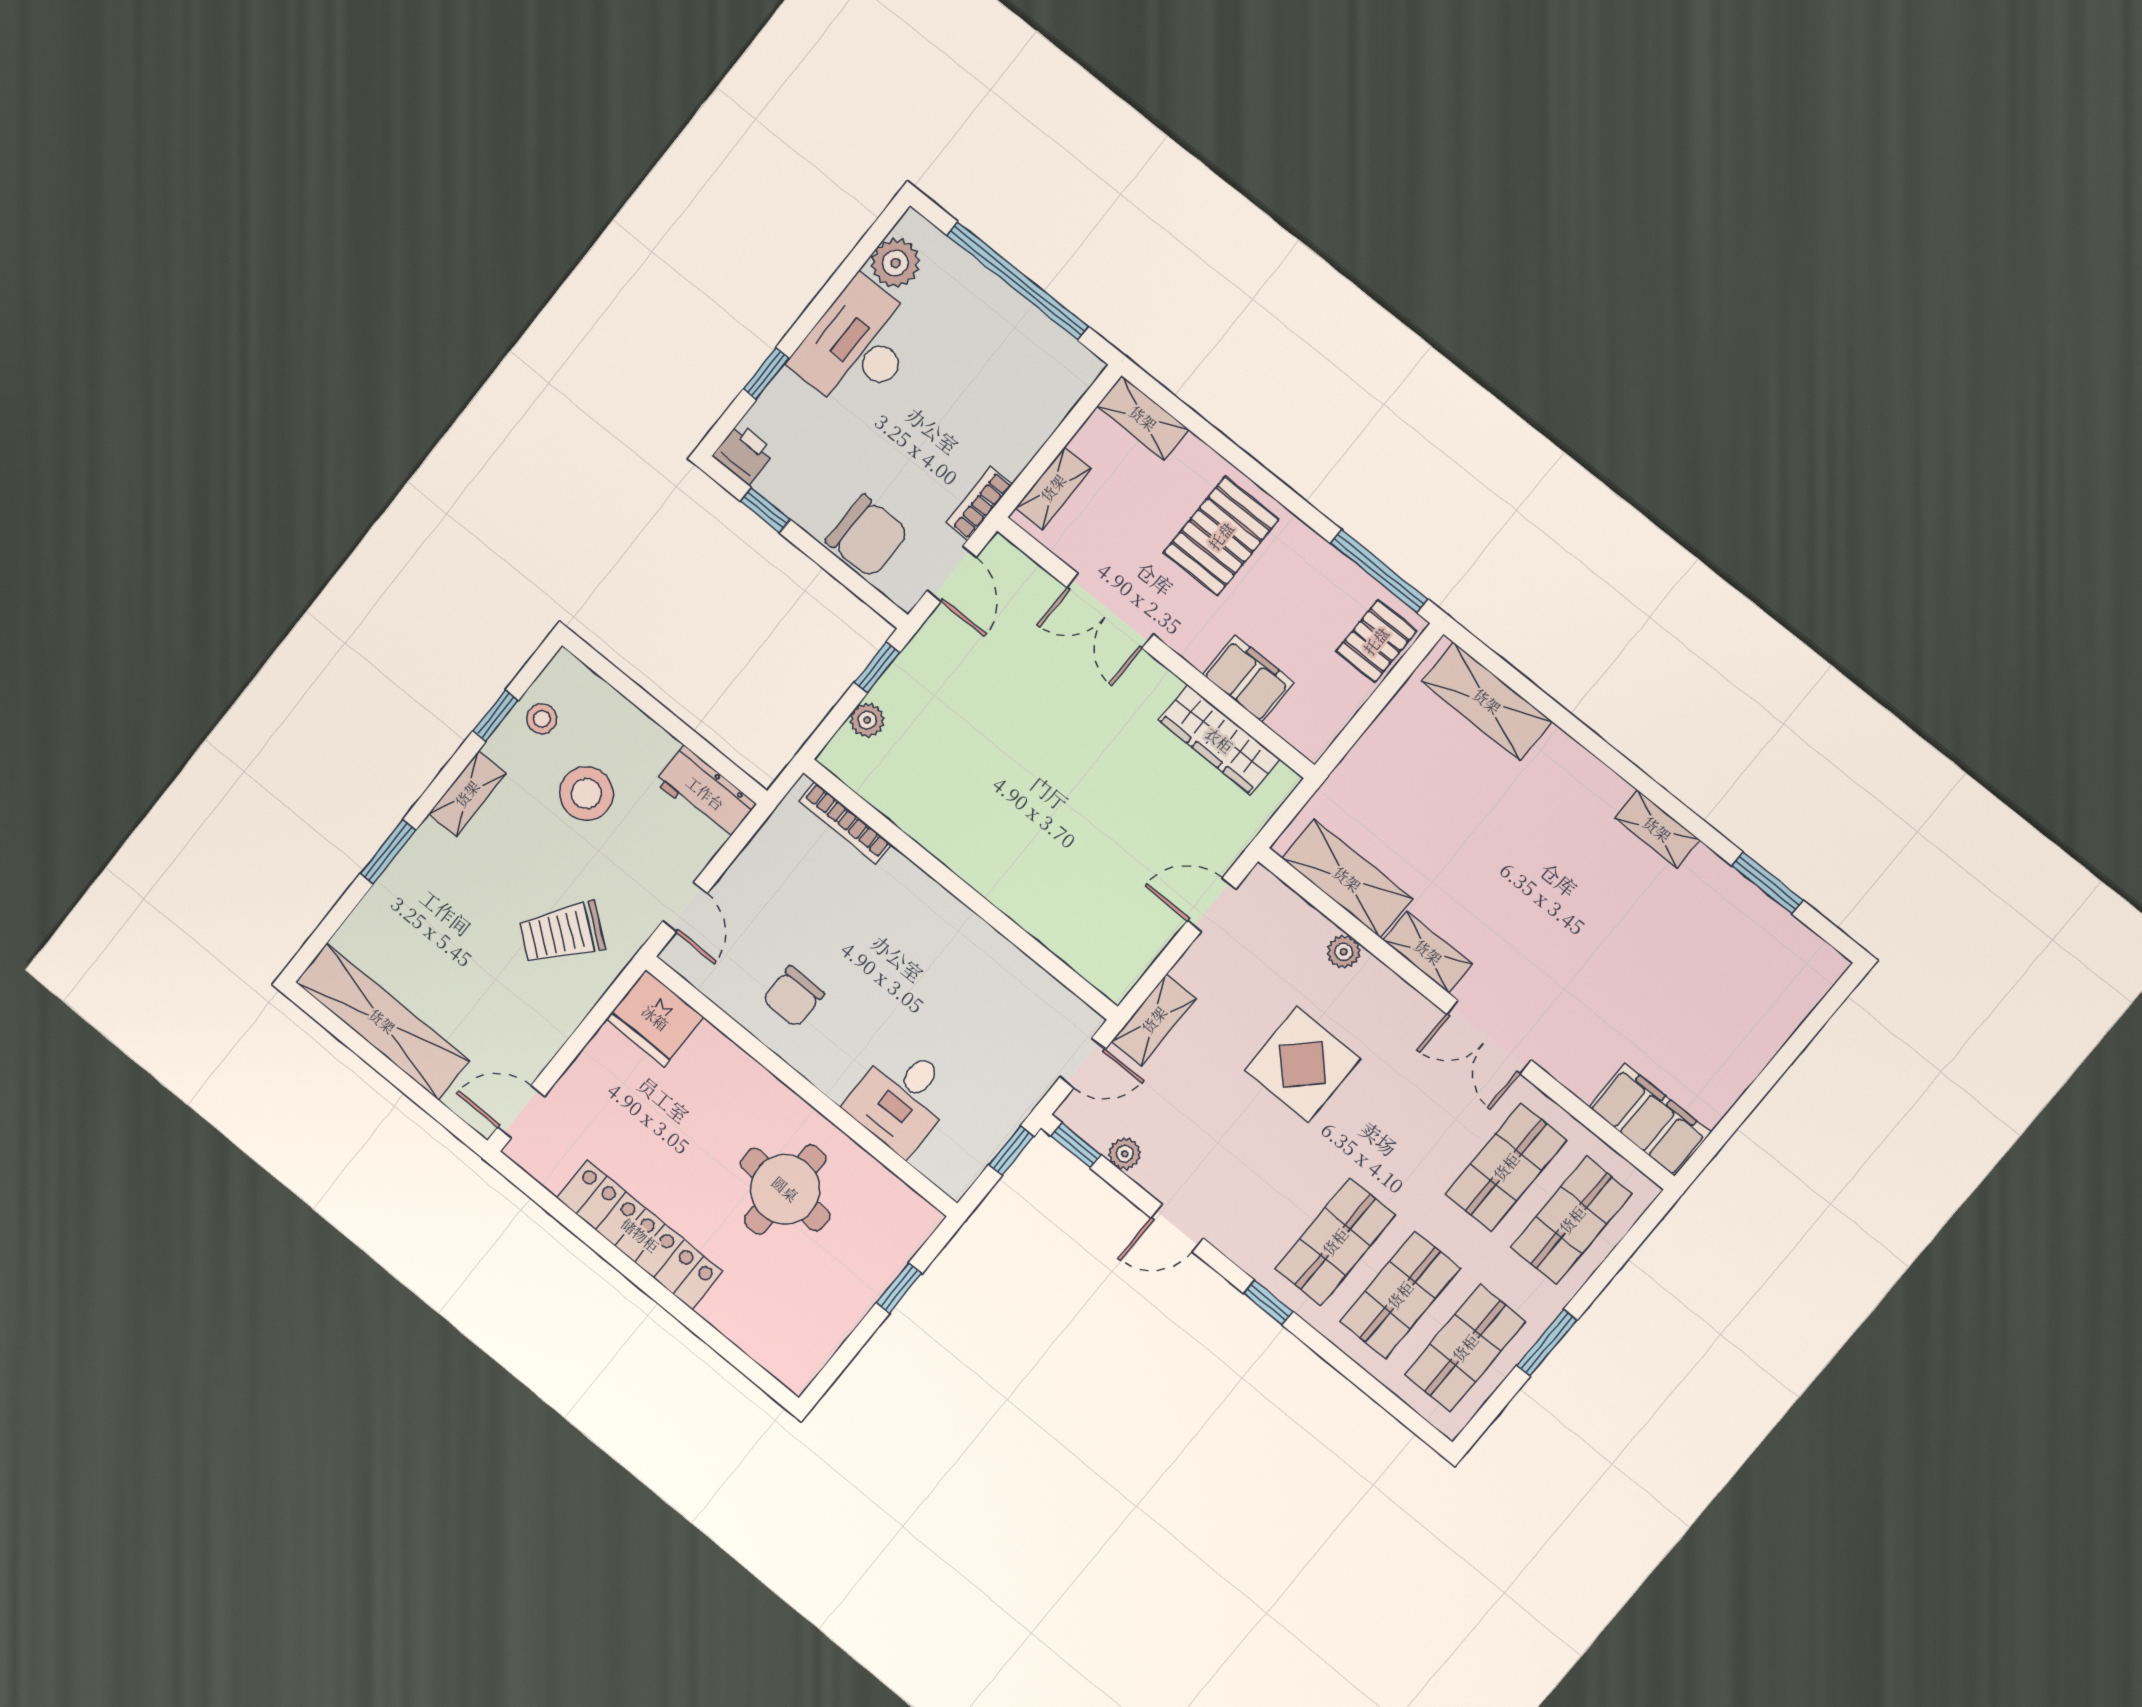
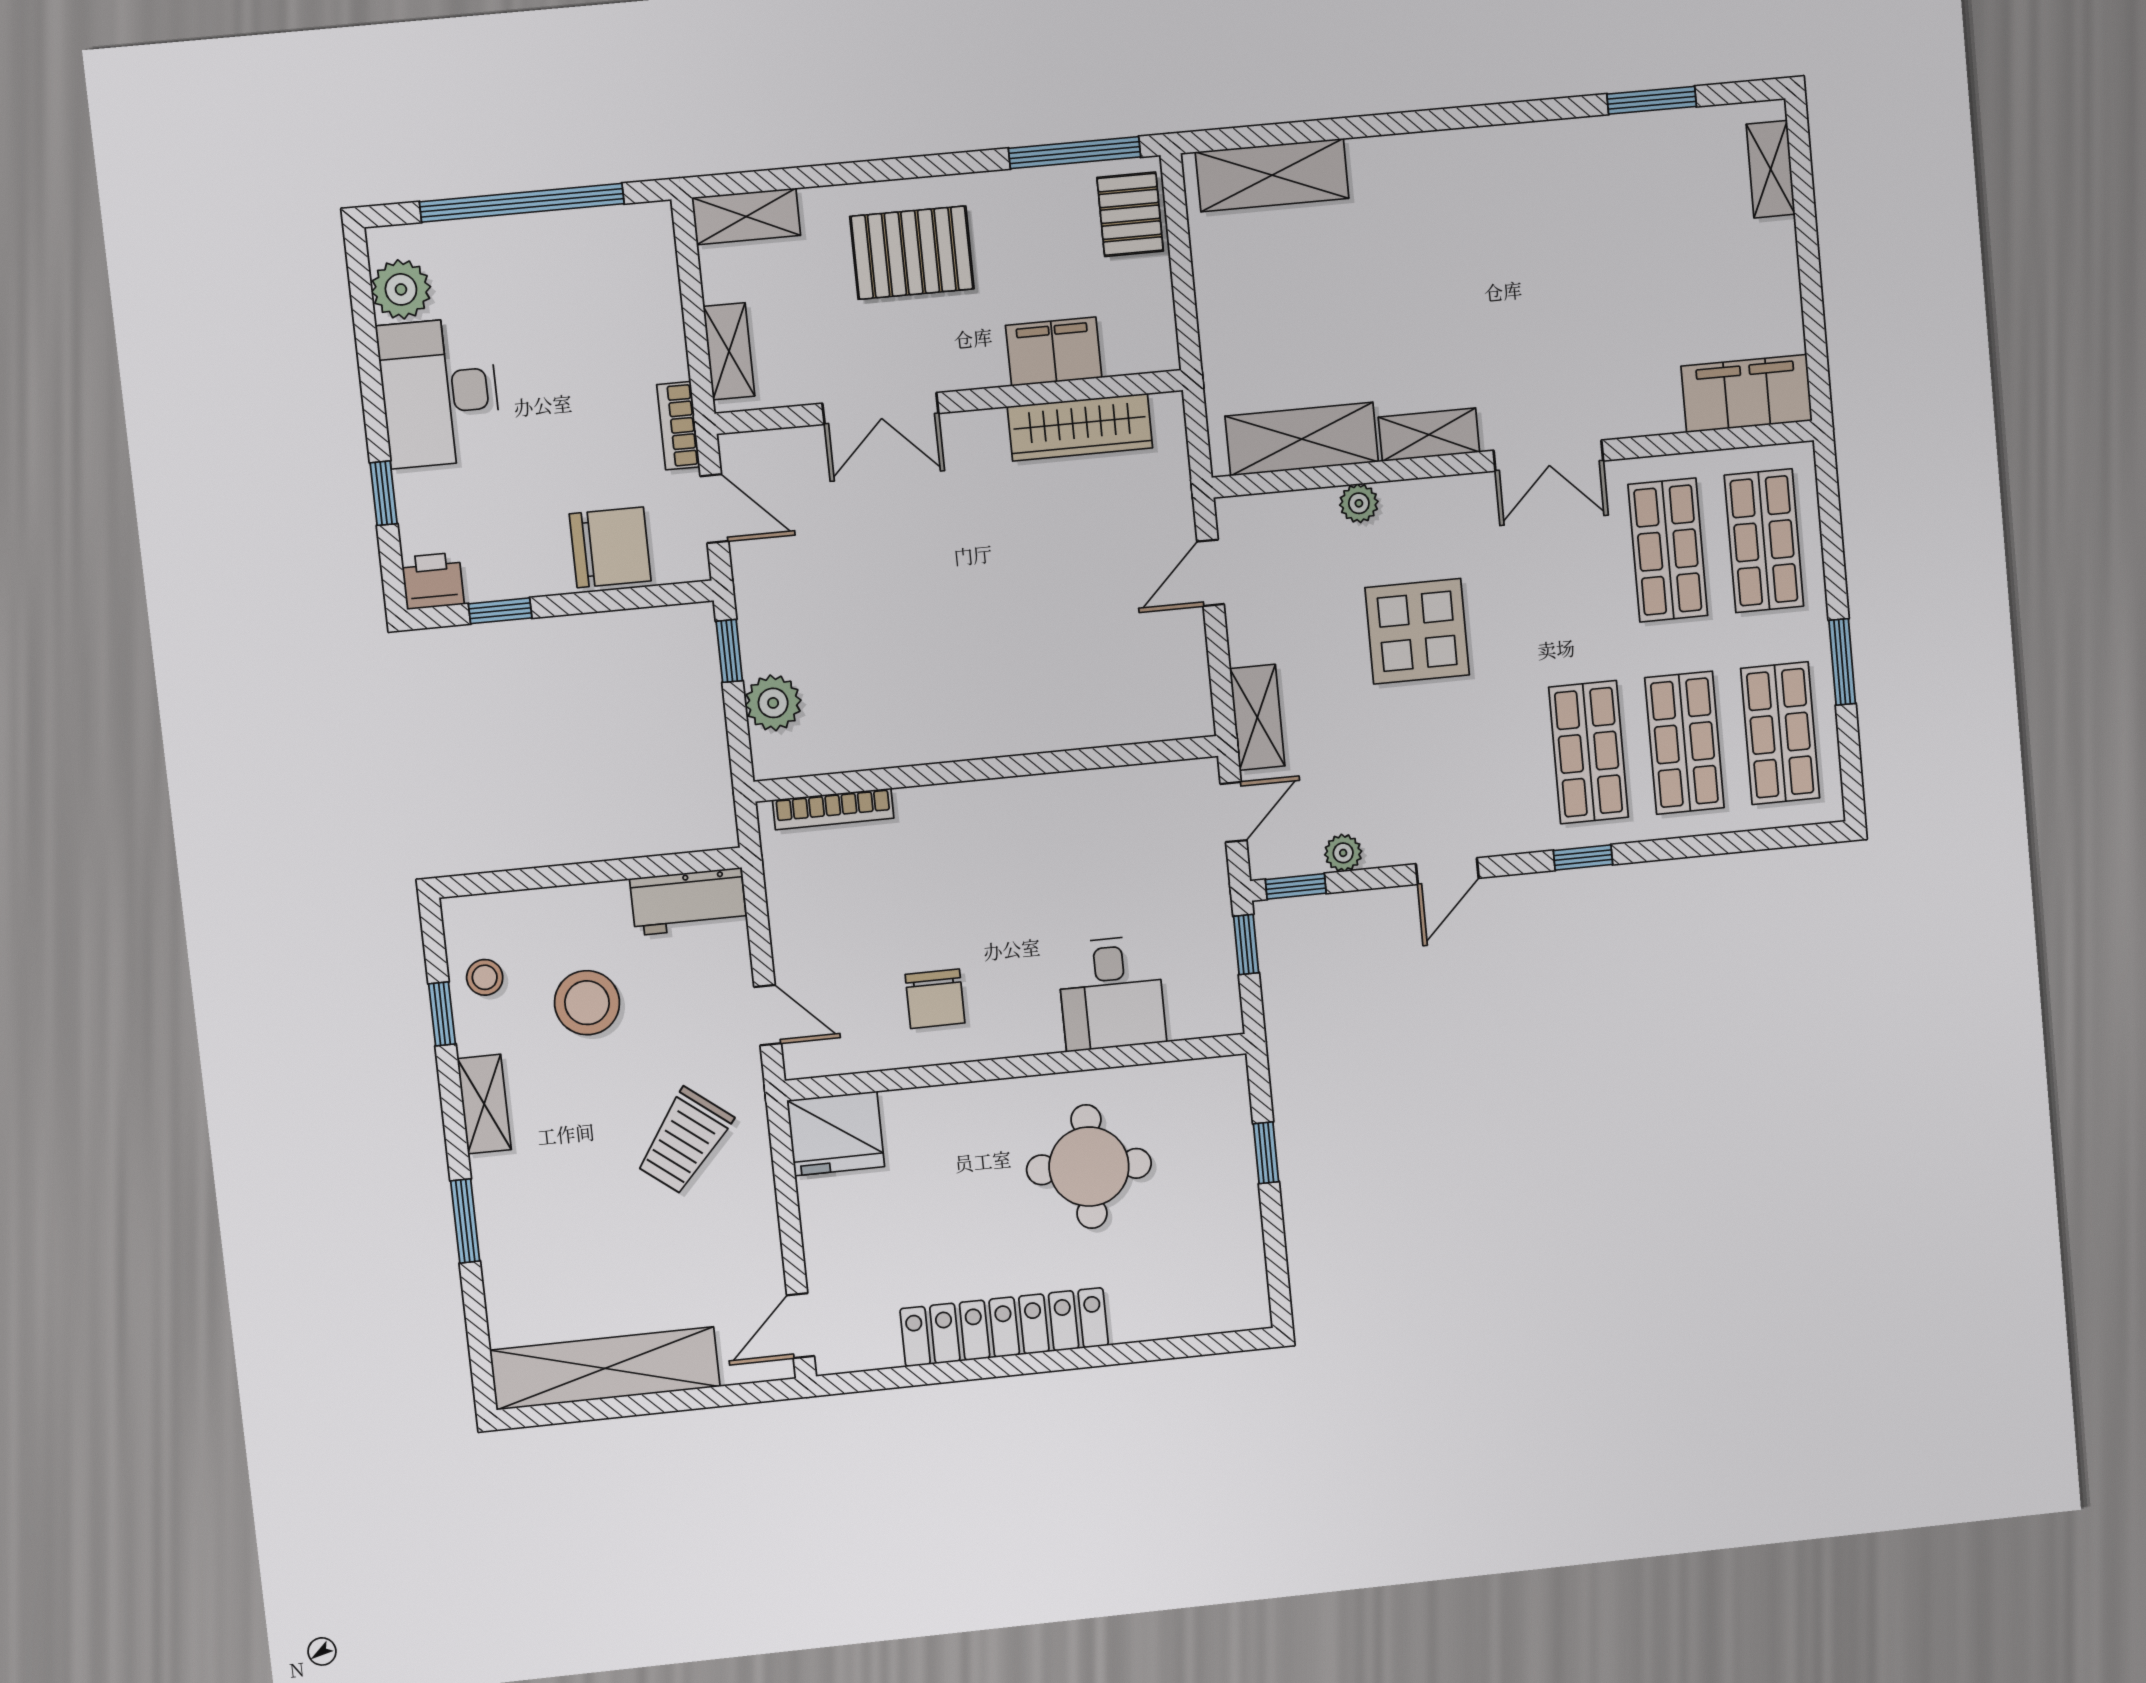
pallet: (1221, 536) -> (912, 253), turned 90
plant: (867, 720) -> (773, 703), width x1.38, depth x1.38
shelving: (1657, 829) -> (1771, 169), moved, turned 90

